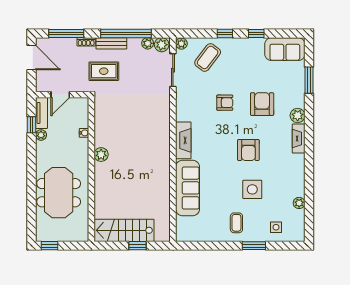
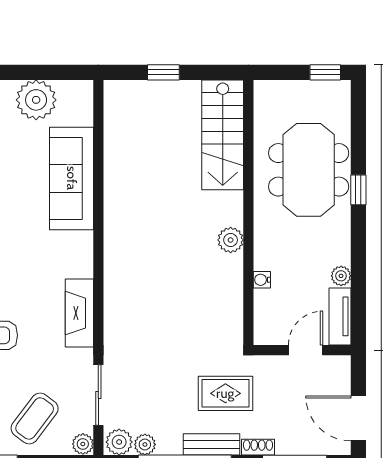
window: (31, 125) -> (358, 190), moved
fireplace: (183, 140) -> (79, 313), moved
stairs: (124, 230) -> (223, 135), moved, turned 90
plant: (207, 231) -> (36, 100), added

